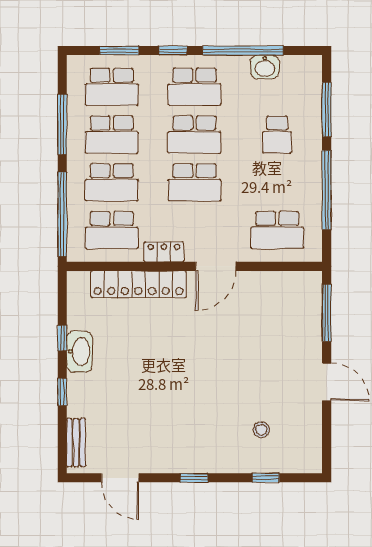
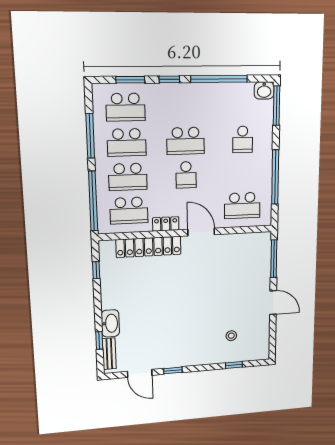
washbasin: (265, 67) -> (264, 90), moved
school desk: (194, 87) -> (185, 106), removed
window: (327, 109) -> (276, 106), moved
school desk: (194, 182) -> (186, 175), width x0.54
door: (216, 266) -> (201, 232), swing flipped
window: (62, 338) -> (96, 270), moved
washbasin: (79, 352) -> (110, 323), moved
window: (62, 392) -> (99, 340), moved
window: (194, 478) -> (173, 370), moved

